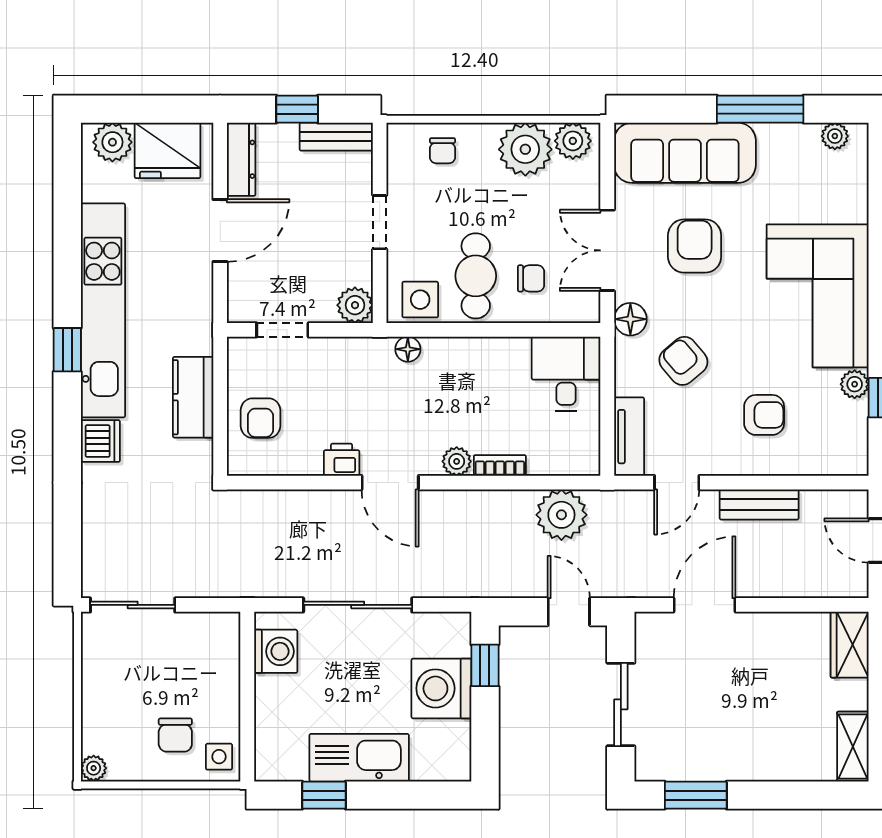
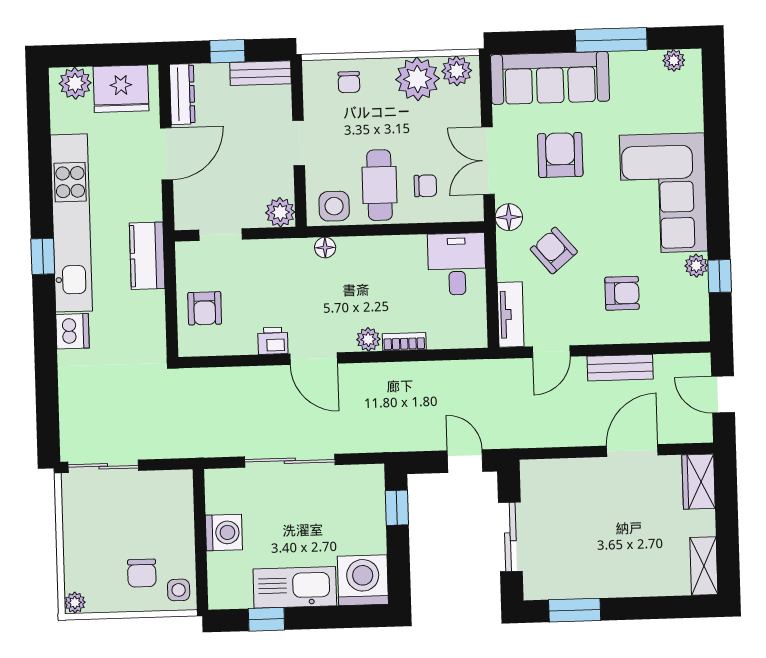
kitchen counter: (193, 397) -> (147, 256), moved
plant: (561, 515) -> (457, 381), removed
door: (704, 605) -> (632, 451), moved
washing machine: (276, 651) -> (224, 533), moved
washing machine: (441, 688) -> (363, 580), moved, turned 90

